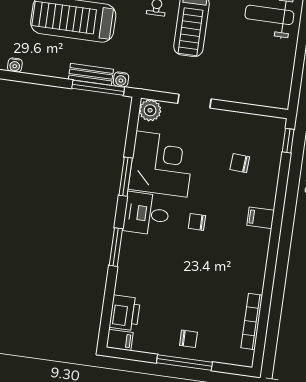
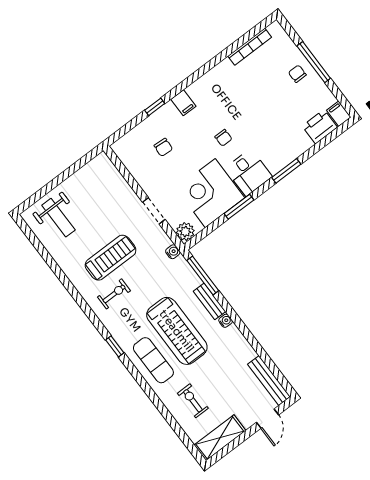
water cooler: (15, 65) -> (226, 321), moved
bench: (91, 74) -> (209, 301), moved
water cooler: (121, 79) -> (173, 252), moved
window: (288, 141) -> (155, 107), moved

